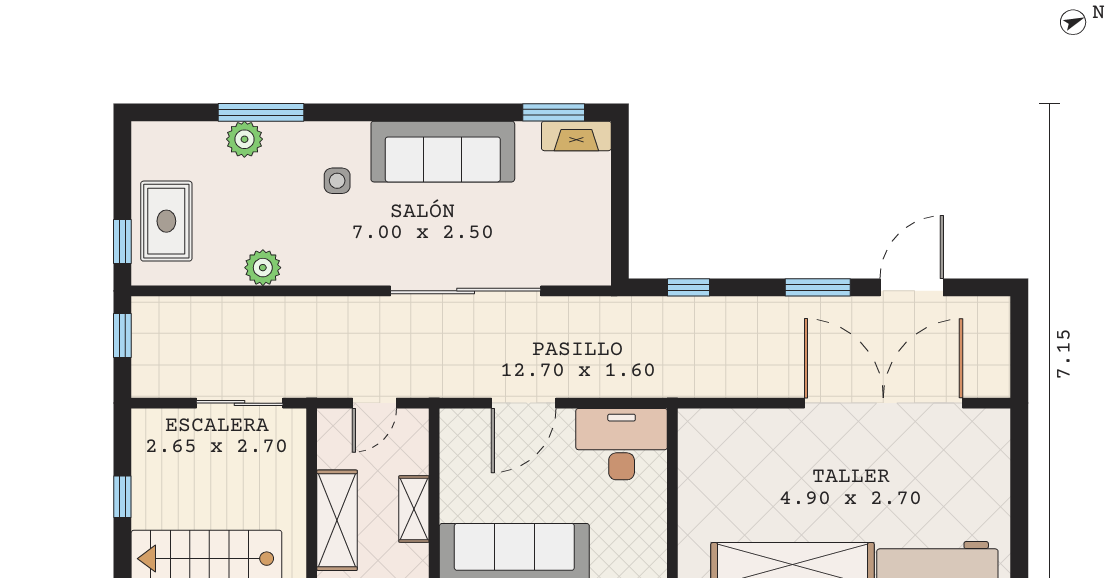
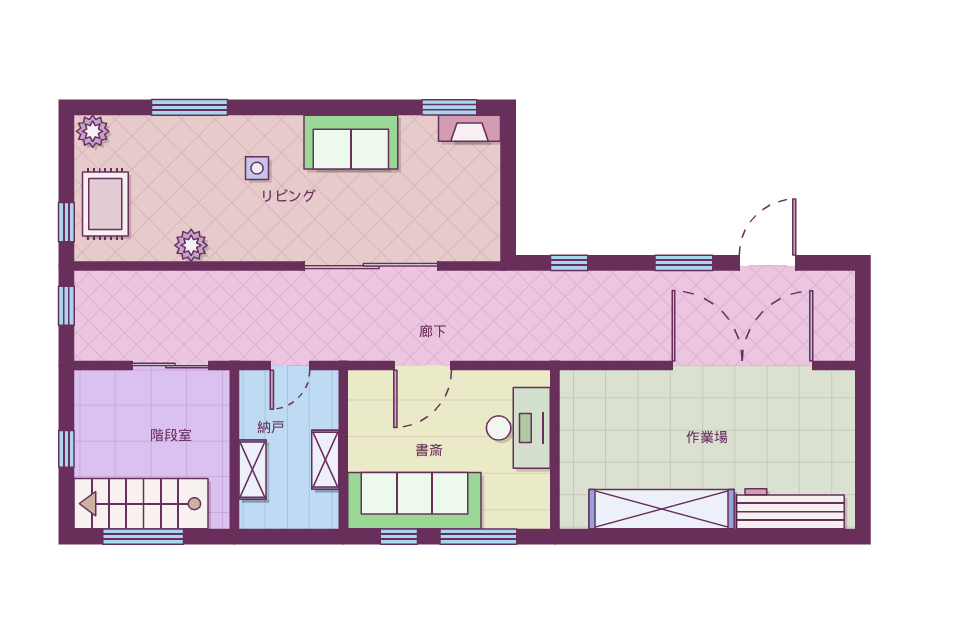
plant: (244, 139) -> (93, 131), moved
sofa: (443, 152) -> (351, 142), width x0.73
desk: (622, 444) -> (518, 428), moved, turned 90
shelving: (337, 520) -> (252, 470), width x0.67, depth x0.75

